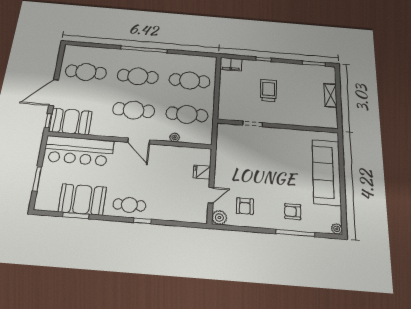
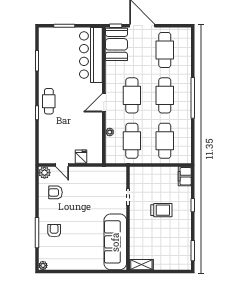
shelving: (331, 95) -> (141, 265), moved
sofa: (326, 172) -> (115, 242), moved, turned -90
booth: (82, 199) -> (50, 64), removed

